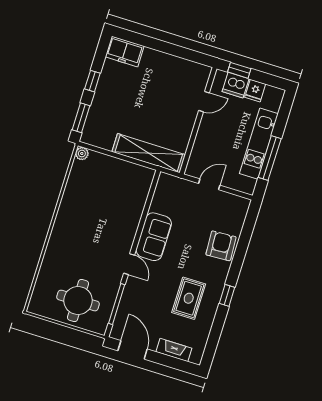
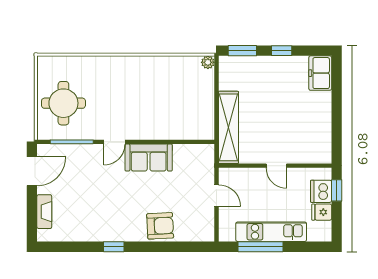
door: (204, 102) -> (276, 166), moved
rug: (189, 298) -> (99, 210), removed

